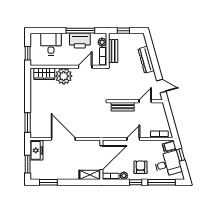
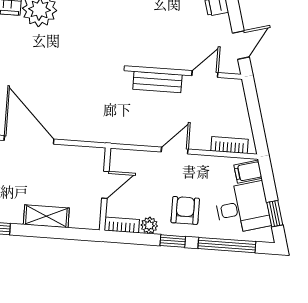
door: (161, 86) -> (241, 45), hinge flipped
window: (180, 155) -> (275, 214), moved
door: (101, 158) -> (105, 185), width x0.53
shelving: (90, 175) -> (46, 216), moved

